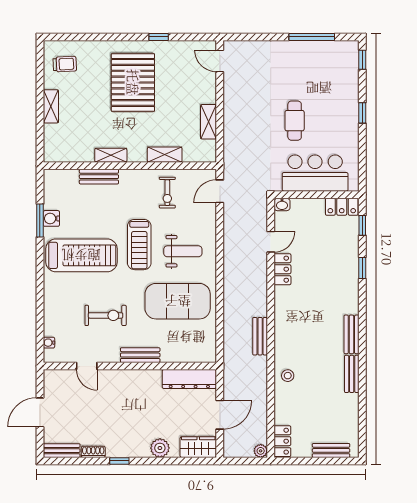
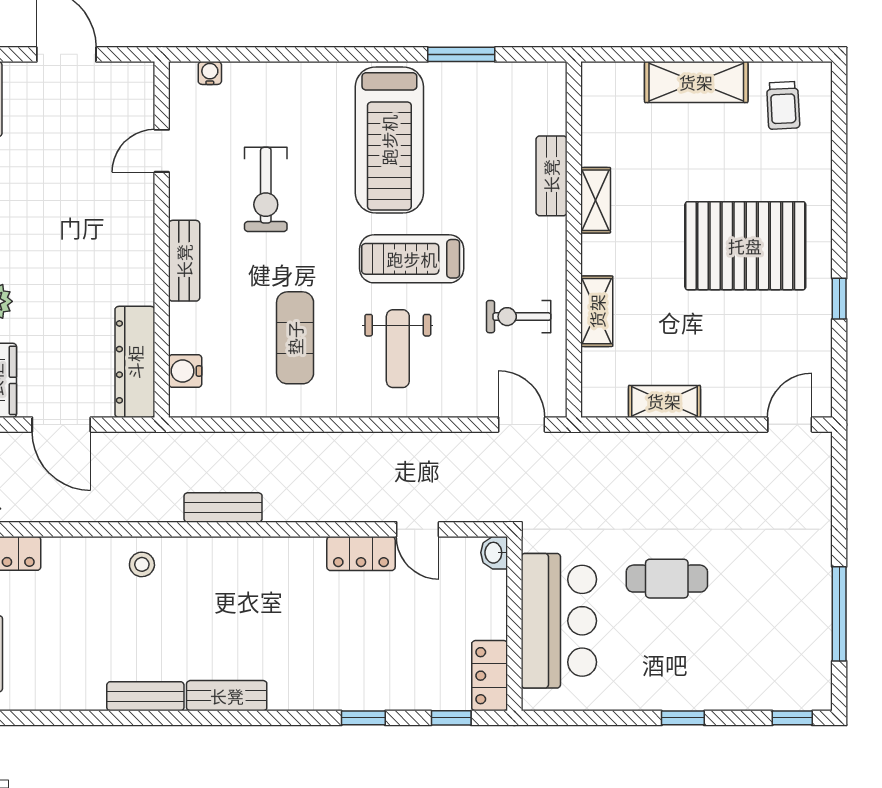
shelving: (51, 106) -> (696, 82), width x1.50, depth x1.33
water cooler: (51, 218) -> (185, 371), moved, turned -90
exercise mat: (178, 301) -> (295, 338), width x0.50, depth x0.69

